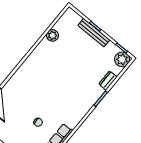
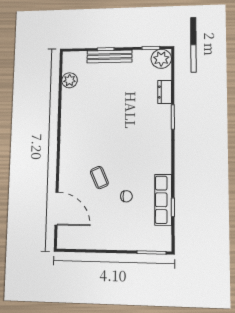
plant: (52, 35) -> (69, 80), moved
coffee table: (31, 99) -> (99, 178), added

